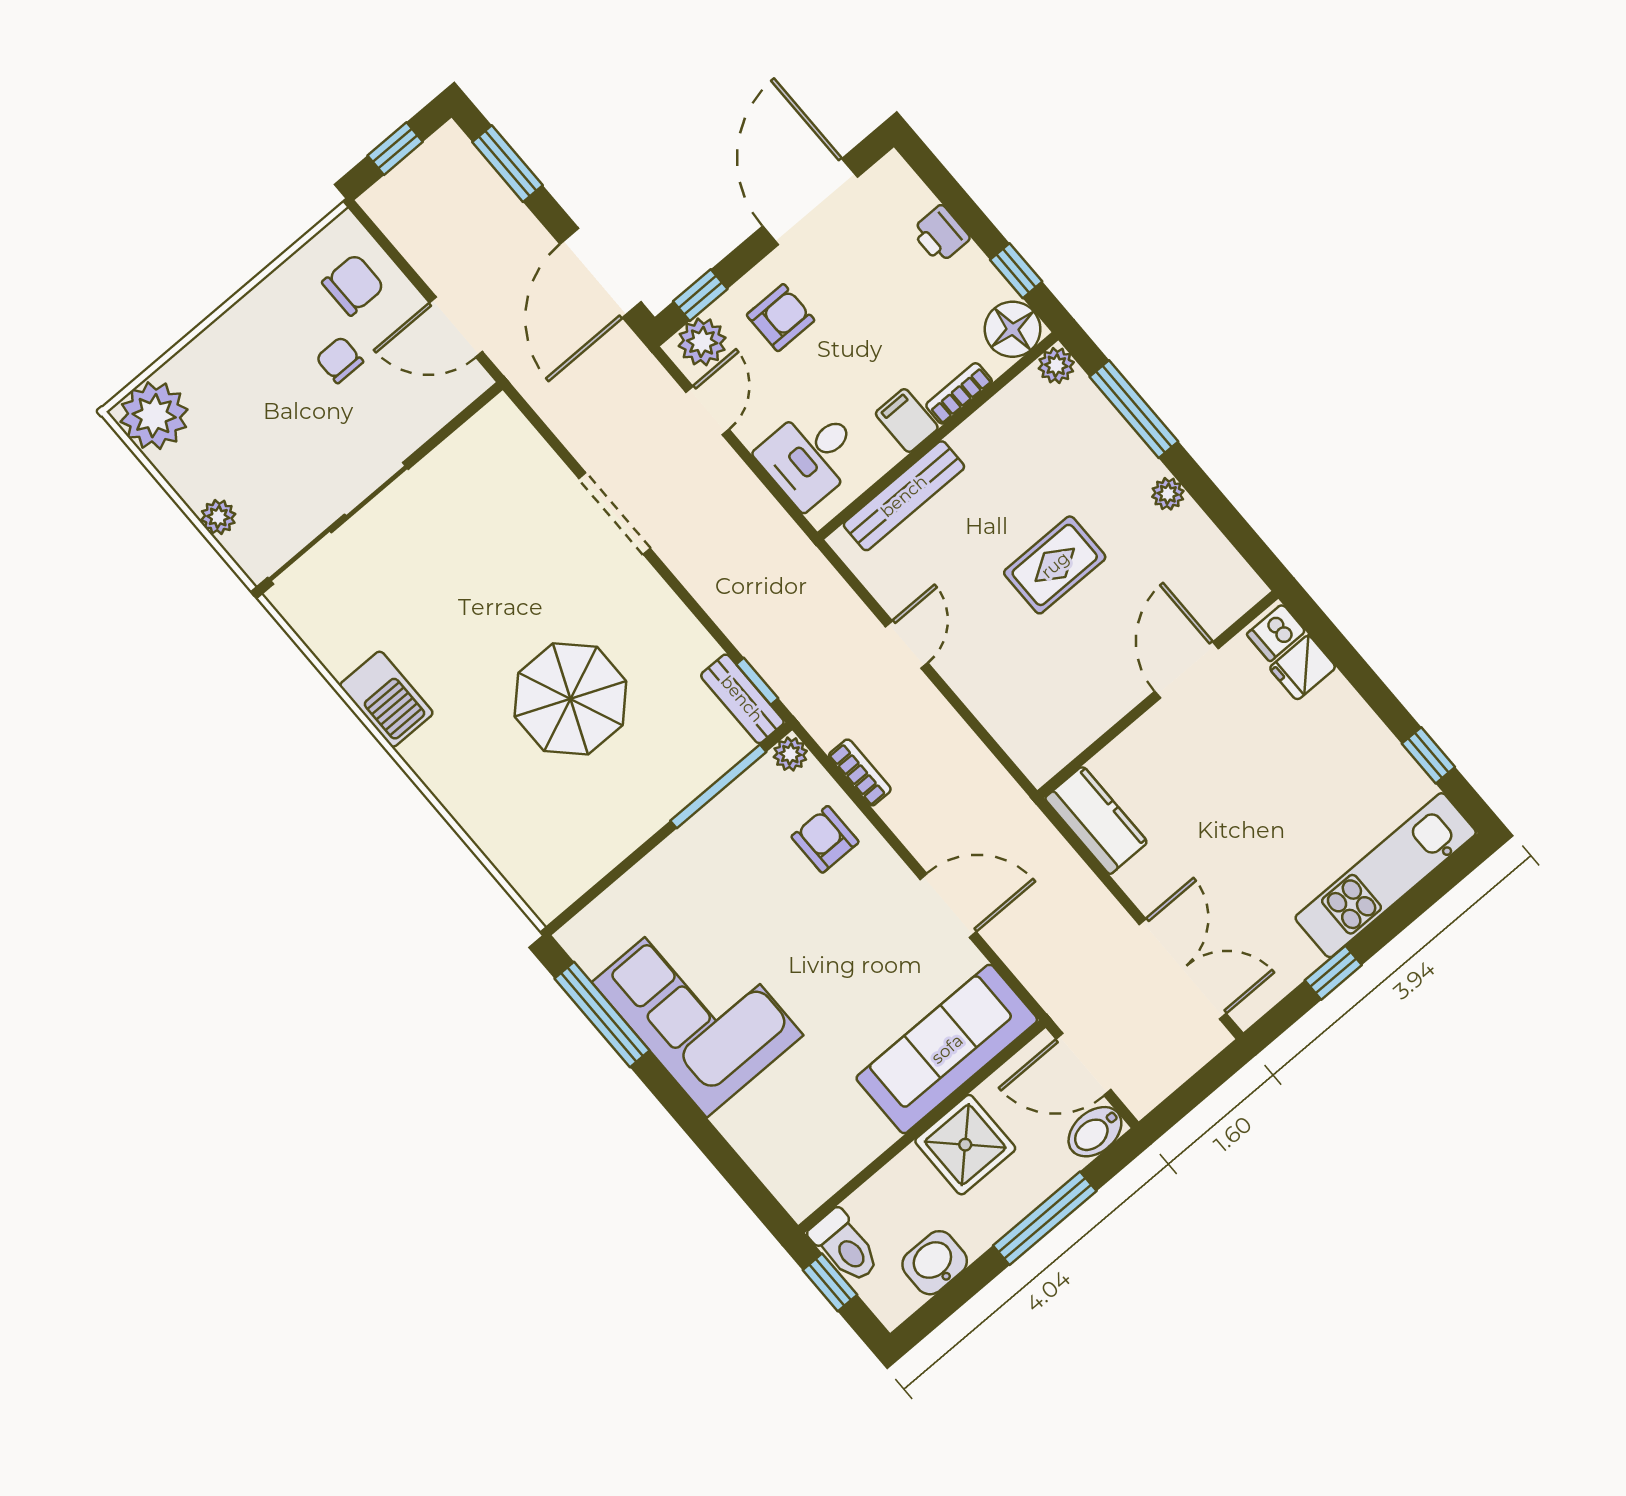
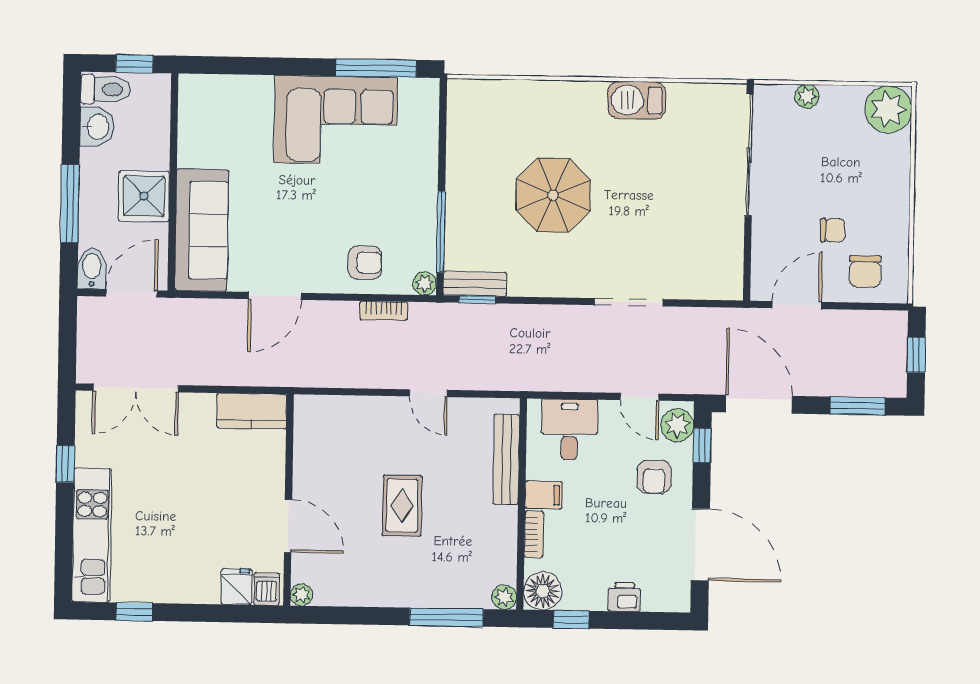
plant: (1168, 494) -> (301, 595), moved
toilet: (845, 1246) -> (105, 89), moved, turned 180

